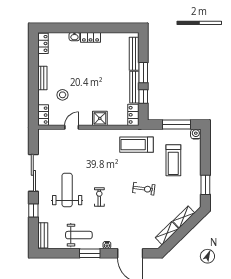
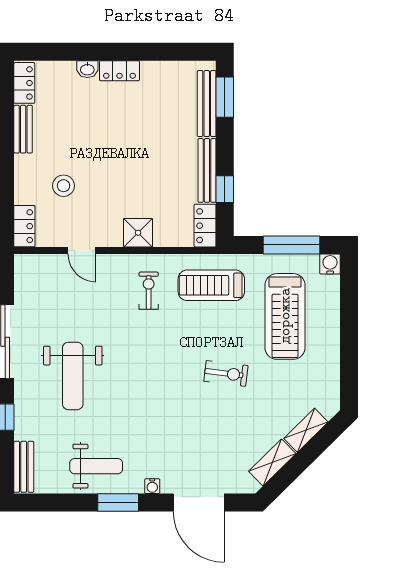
window: (143, 73) -> (225, 97), moved
bench: (42, 78) -> (23, 129), moved
door: (72, 127) -> (82, 250), swing flipped
treadmill: (173, 160) -> (285, 316), width x1.37, depth x1.38
window: (205, 185) -> (349, 366), removed
weight bench: (67, 190) -> (73, 376), turned 180
exercise bike: (99, 197) -> (149, 291), moved

